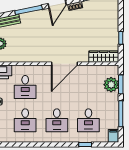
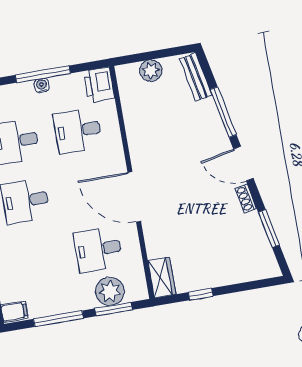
wardrobe: (104, 57) -> (162, 278), width x0.67
desk: (88, 120) -> (98, 249), moved

